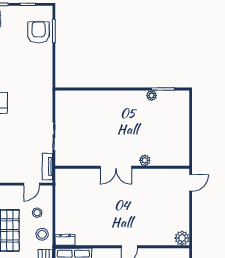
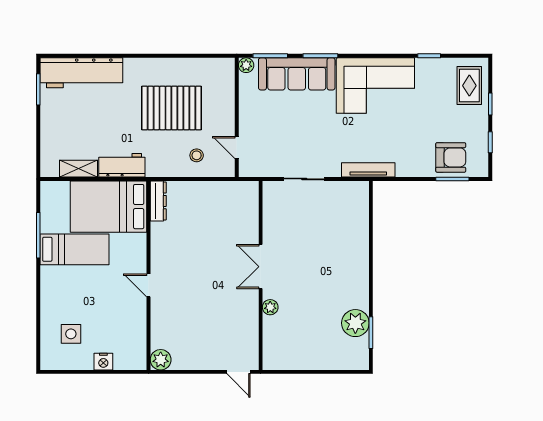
plant: (152, 95) -> (355, 323), width x1.87, depth x1.87
tv unit: (47, 167) -> (368, 170), moved, width x1.41
stool: (42, 234) -> (166, 162), removed
dresser: (65, 240) -> (158, 201), width x1.44

